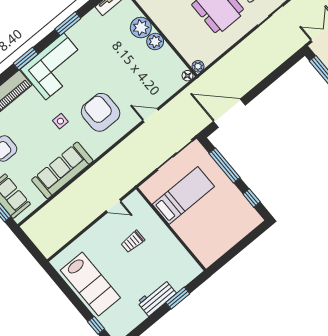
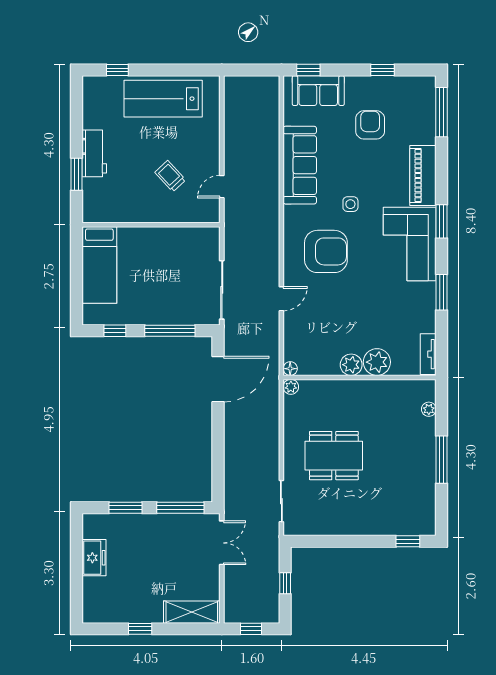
bed: (183, 195) -> (99, 265), moved
trolley: (133, 242) -> (170, 176), turned -43

